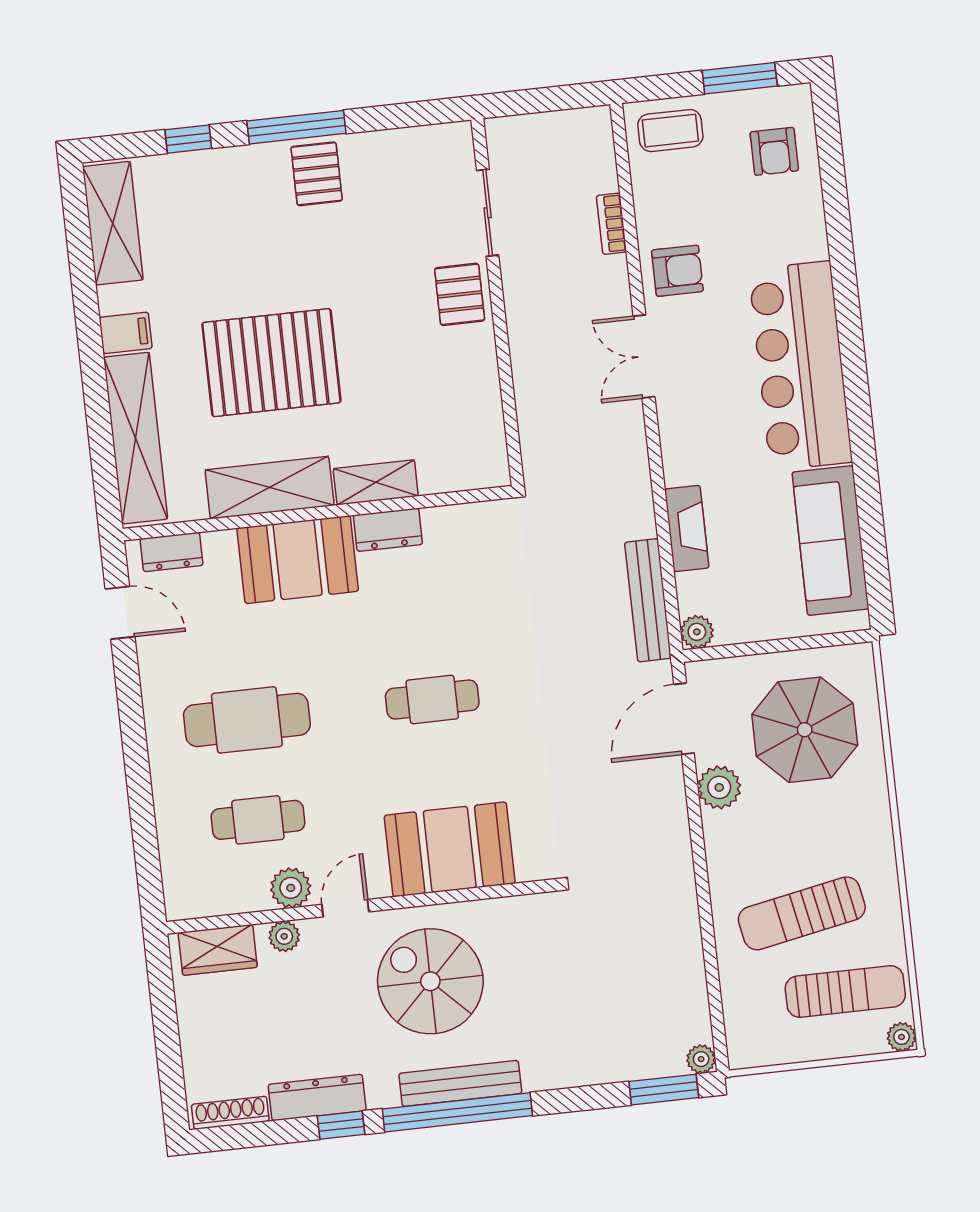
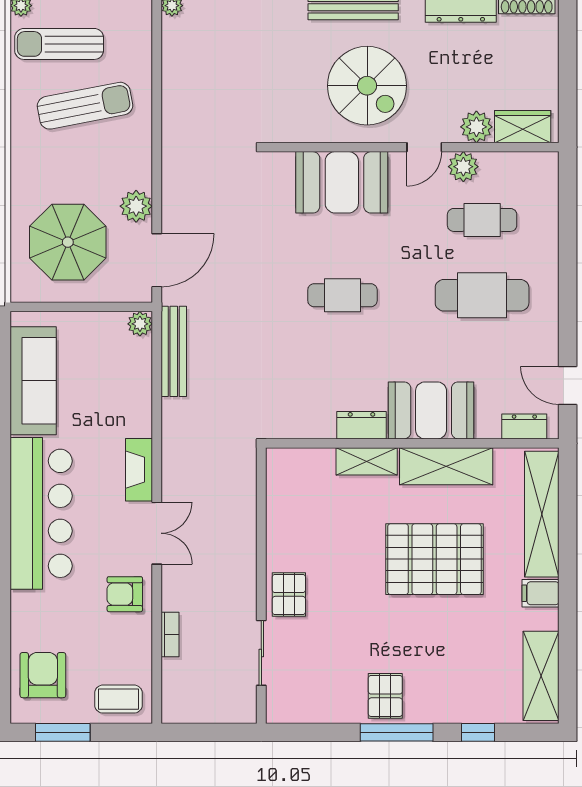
armchair: (774, 151) -> (43, 675), width x1.38, depth x1.38
fireplace: (687, 528) -> (139, 470), moved
plant: (284, 936) -> (476, 127), width x1.38, depth x1.38

